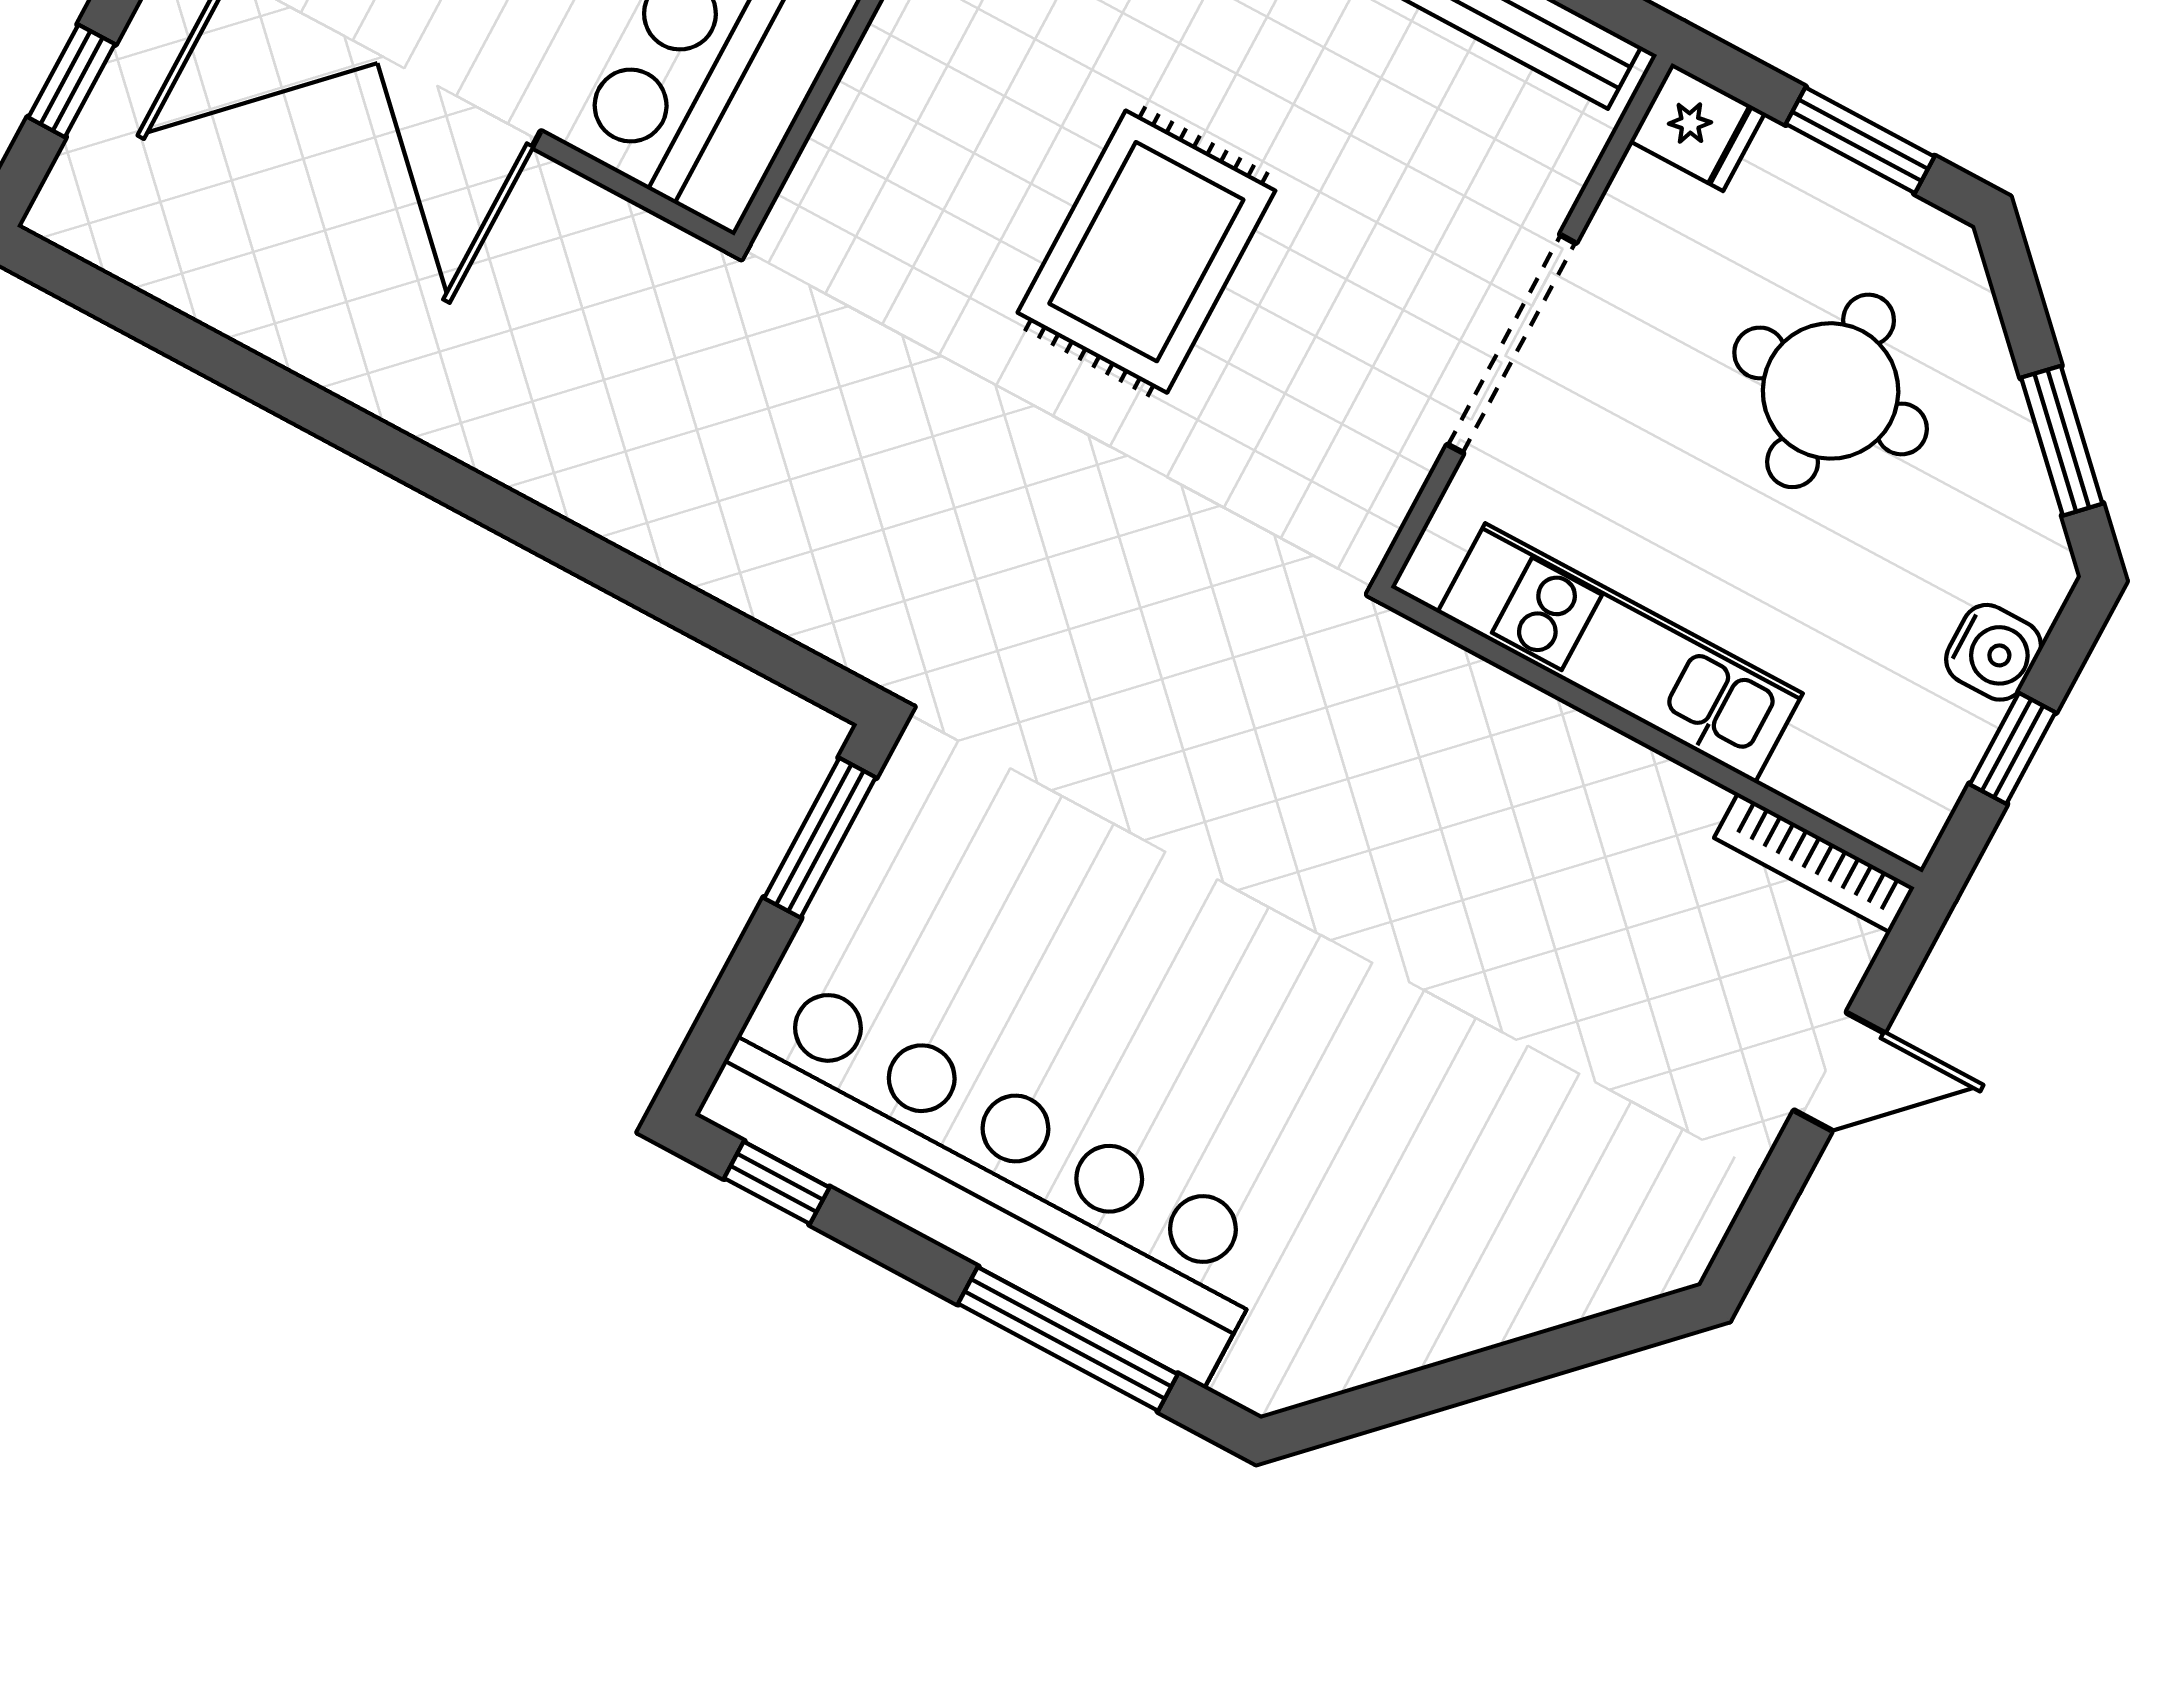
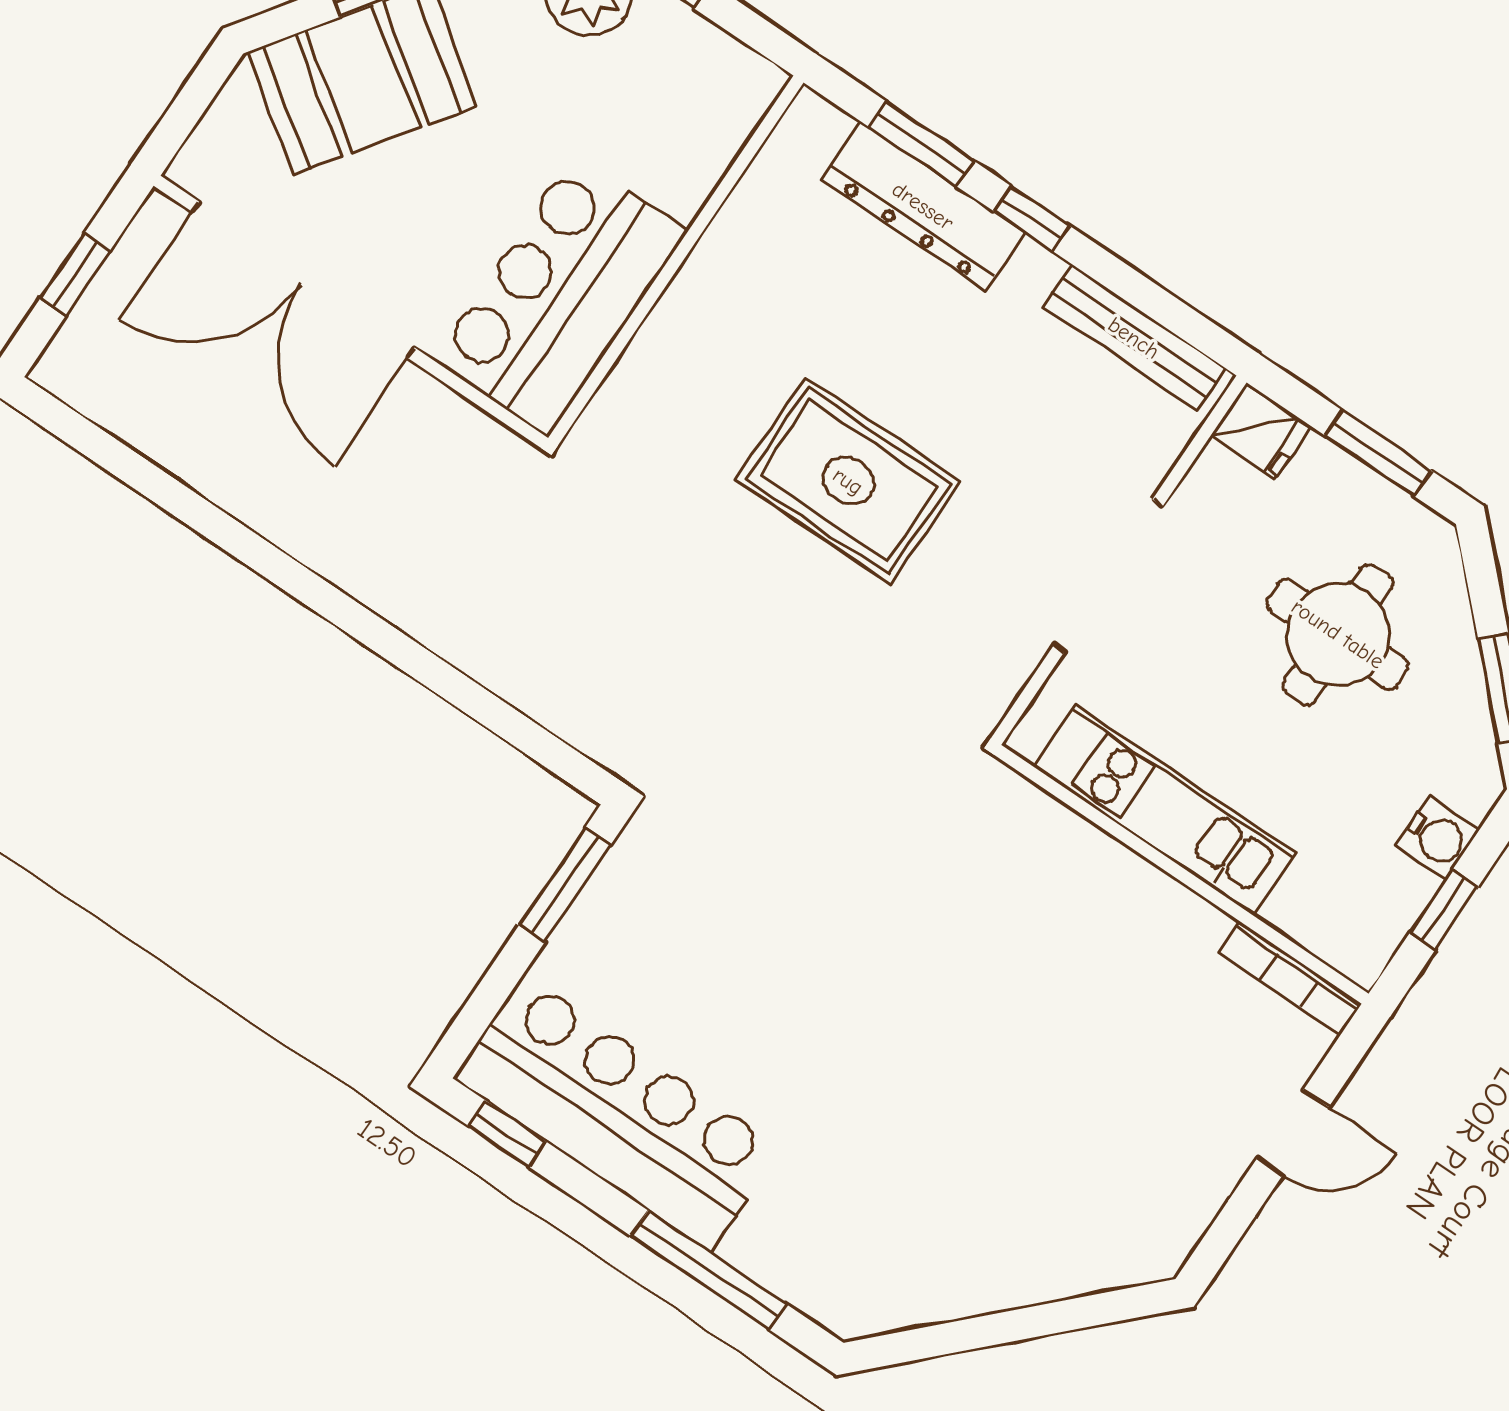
rug: (1146, 252) -> (848, 481), turned 90
bar counter: (990, 1176) -> (617, 1113), width x0.73

